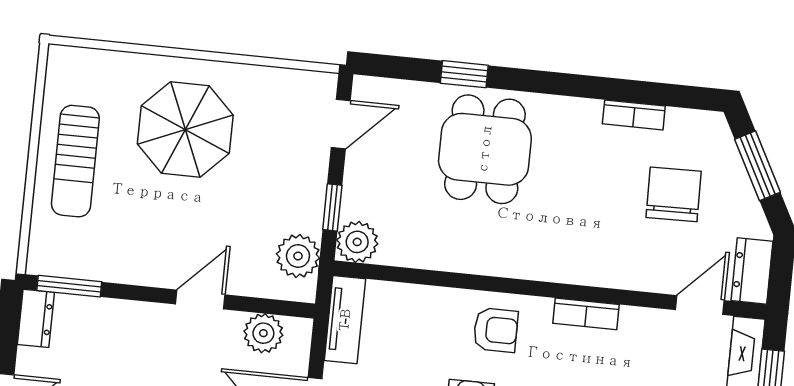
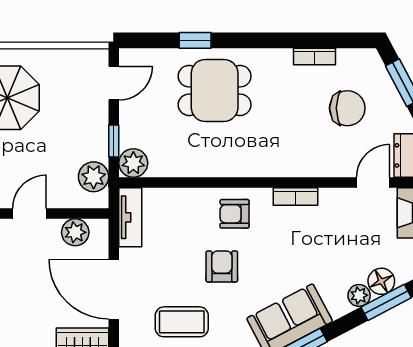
dining table: (485, 149) -> (215, 90), turned 90
chair: (674, 194) -> (347, 108), turned 91
armchair: (496, 330) -> (235, 214), turned 180

